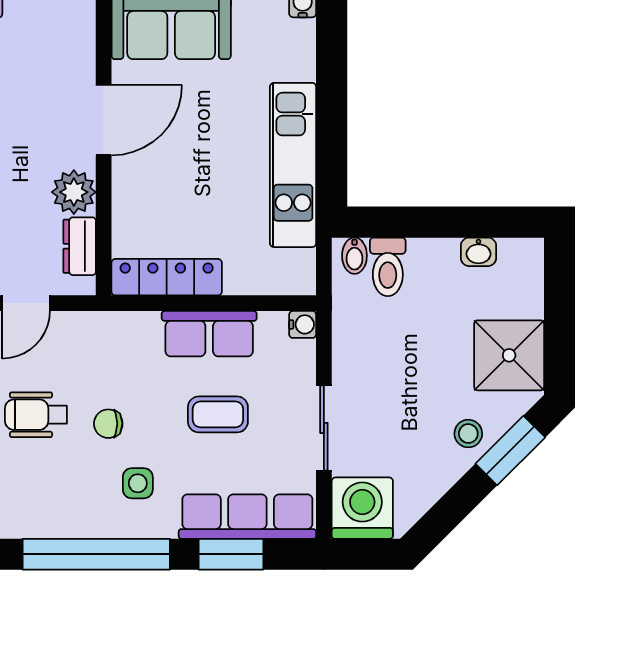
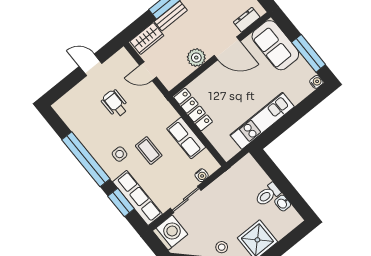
dresser: (80, 246) -> (247, 20), moved
bidet: (354, 256) -> (249, 164), removed
toilet: (388, 267) -> (268, 195), moved
water cooler: (303, 324) -> (202, 175), moved
coffee table: (218, 414) -> (149, 151), moved
chair: (108, 424) -> (131, 129), removed

